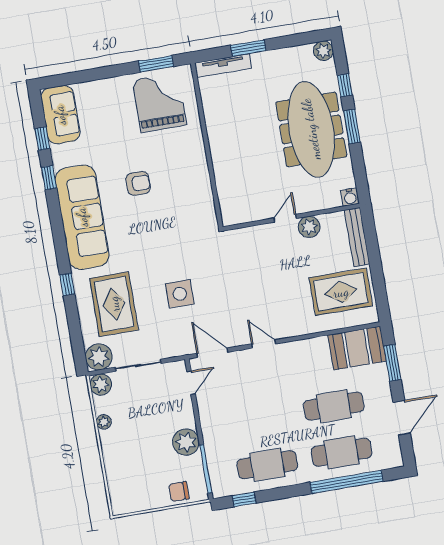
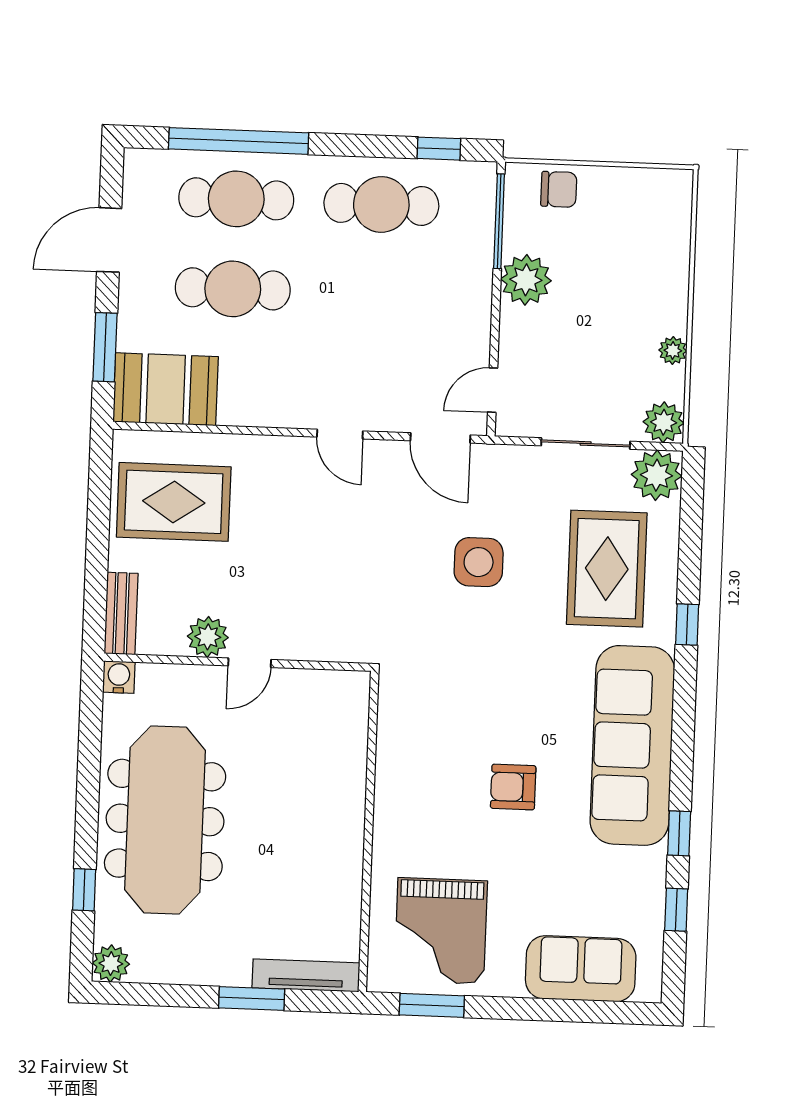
sofa: (60, 115) -> (581, 969), moved, turned 90
window: (352, 127) -> (87, 809), removed
bench: (357, 237) -> (121, 613), width x0.73

